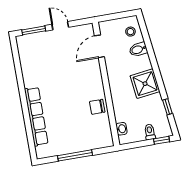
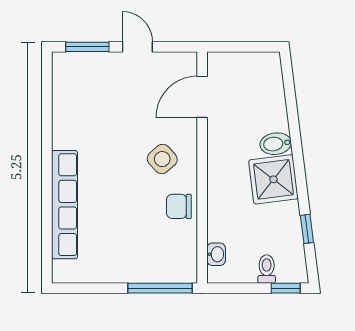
stool: (130, 32) -> (263, 80), removed
bidet: (138, 49) -> (276, 144), moved
side table: (84, 83) -> (162, 159), added
window: (75, 155) -> (160, 288), moved

